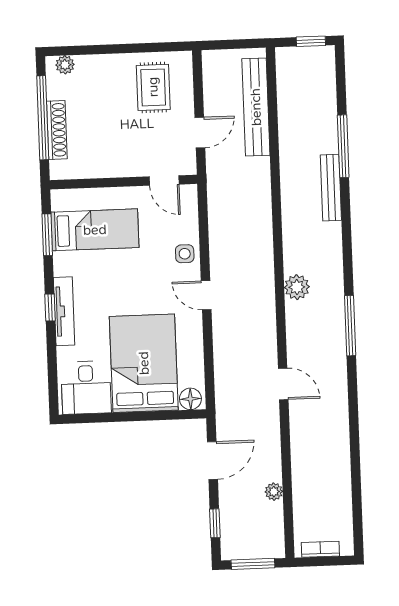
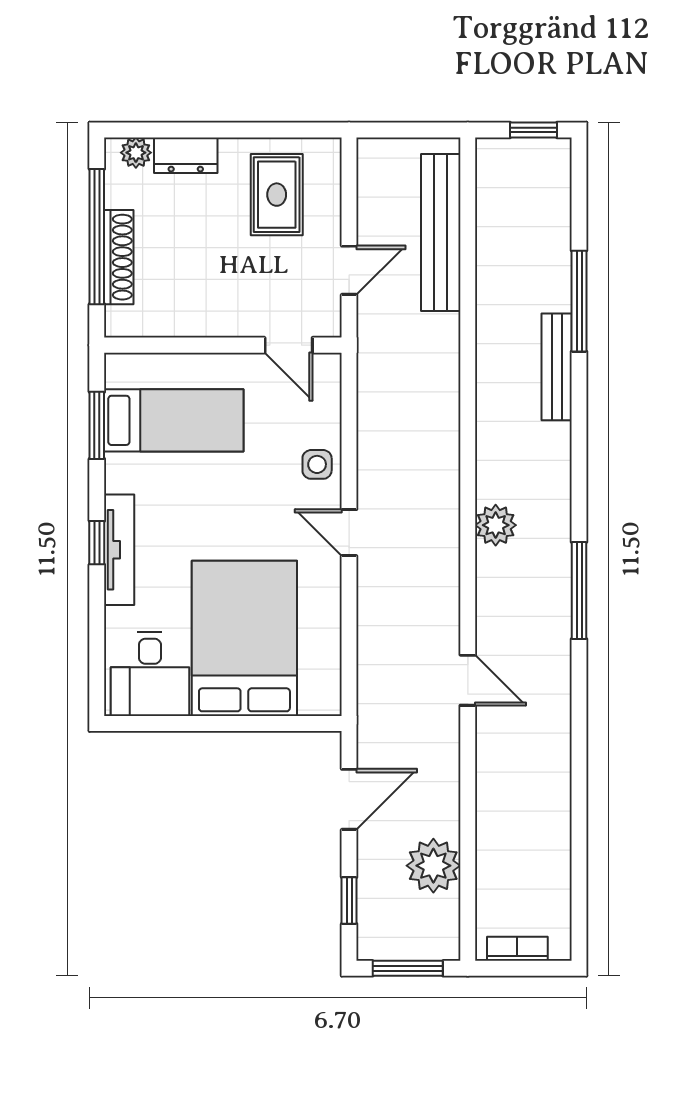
dresser: (96, 65) -> (186, 155), added
floor lamp: (190, 399) -> (317, 699), removed
plant: (274, 492) -> (433, 866), width x1.87, depth x1.87

